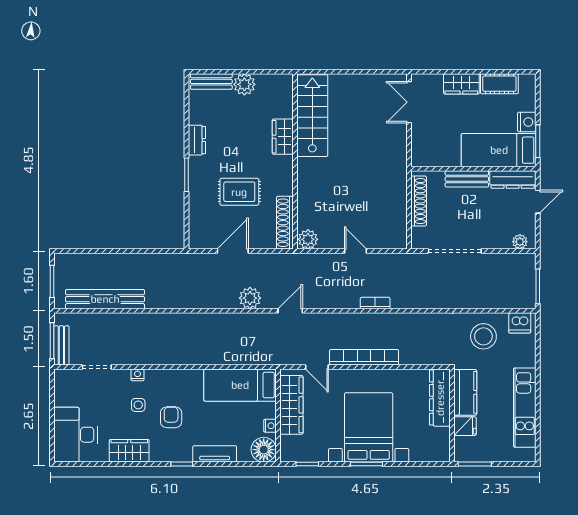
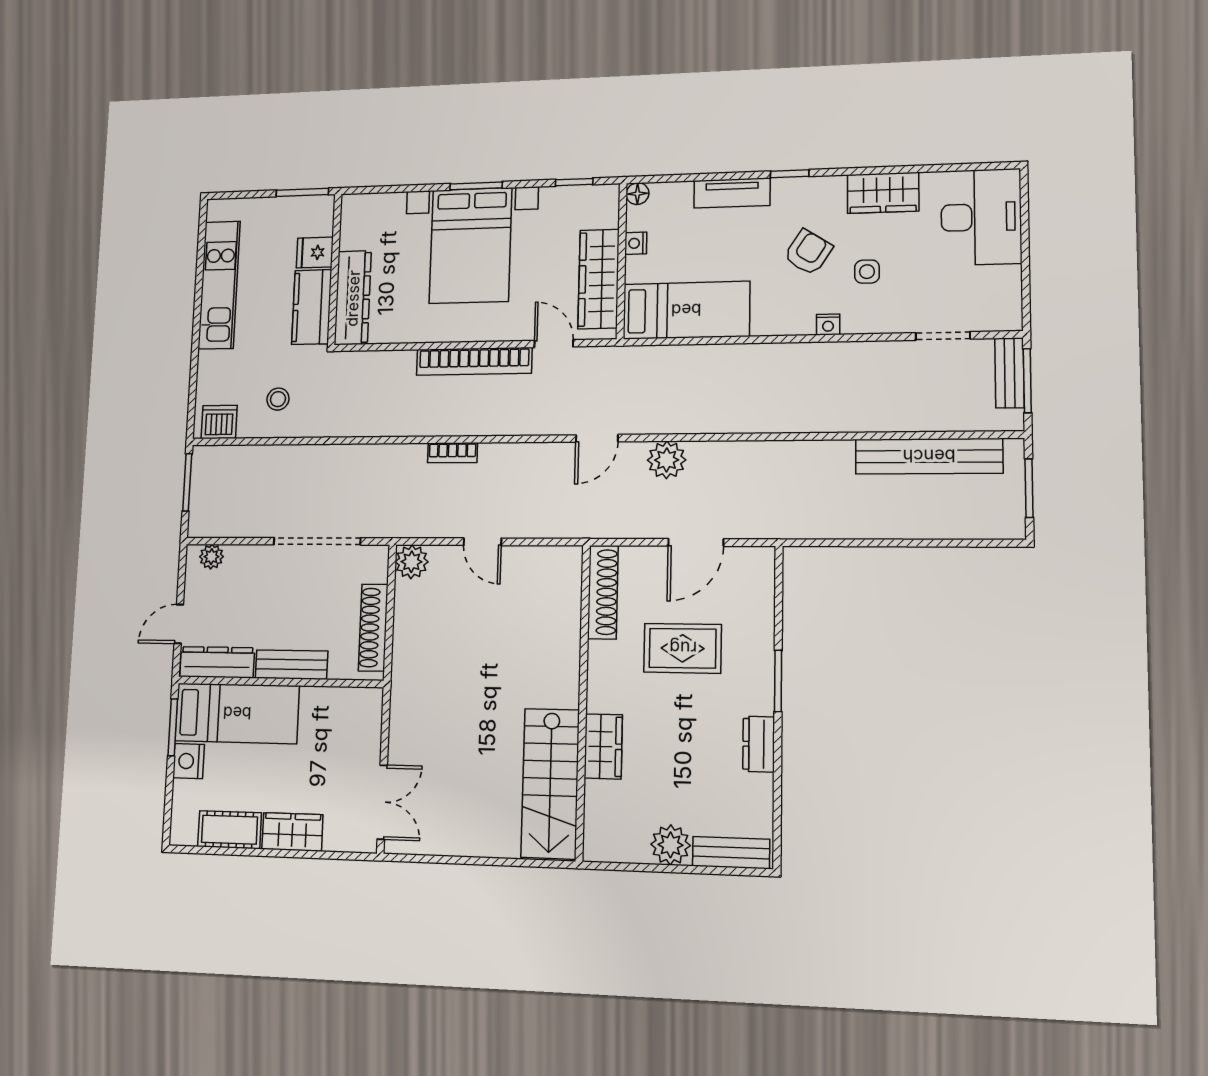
plant: (308, 239) -> (412, 562), moved
stool: (483, 336) -> (278, 399), width x0.53, depth x0.53
nightstand: (137, 375) -> (828, 325), moved
armchair: (171, 417) -> (808, 252), turned -147
floor lamp: (264, 450) -> (637, 194), width x0.53, depth x0.53

